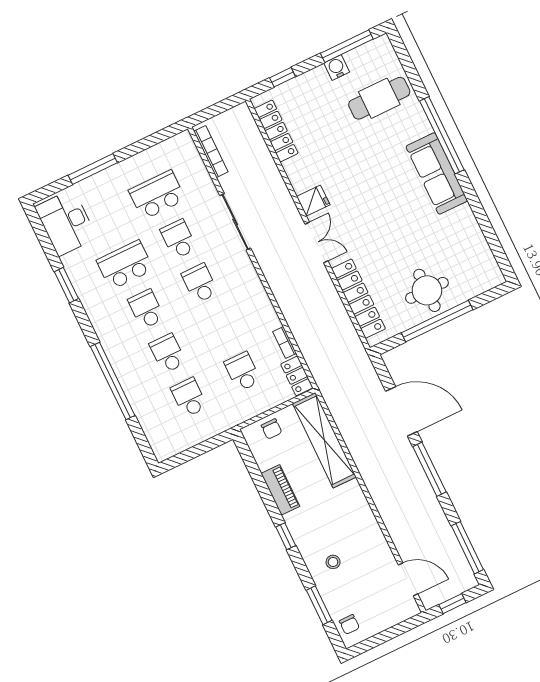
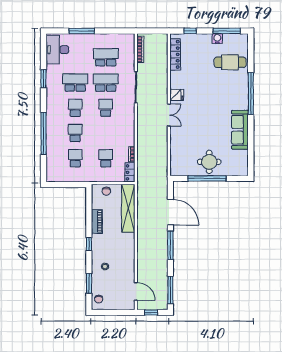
sofa: (437, 174) -> (240, 130), moved
school desk: (178, 239) -> (106, 83), width x1.85
locker: (358, 299) -> (176, 150), removed

